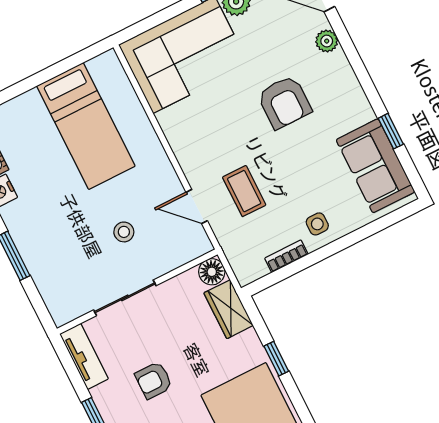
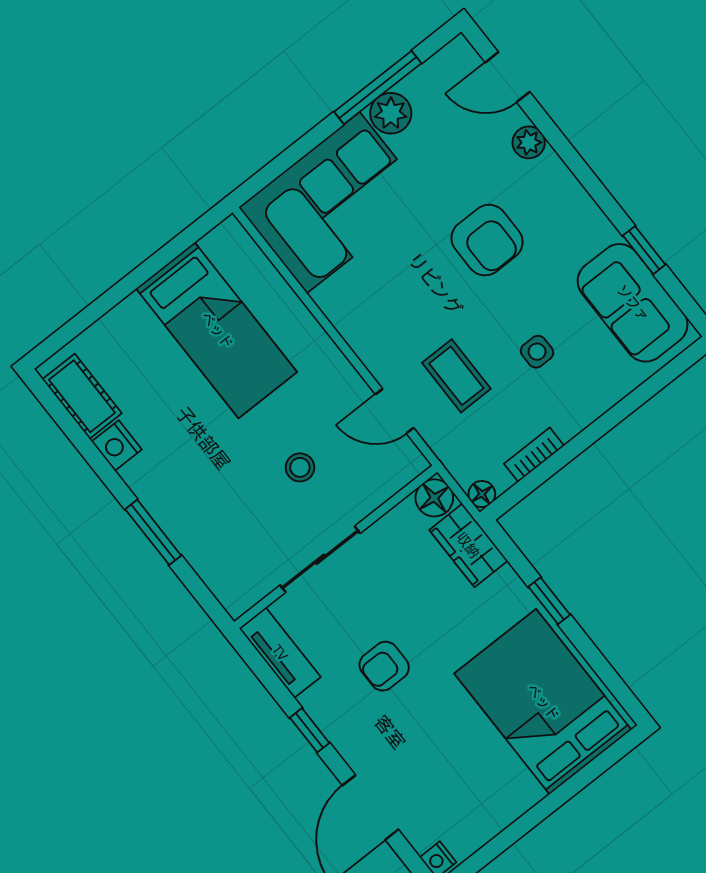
side table: (317, 224) -> (537, 352), moved
floor lamp: (245, 276) -> (482, 494), added

